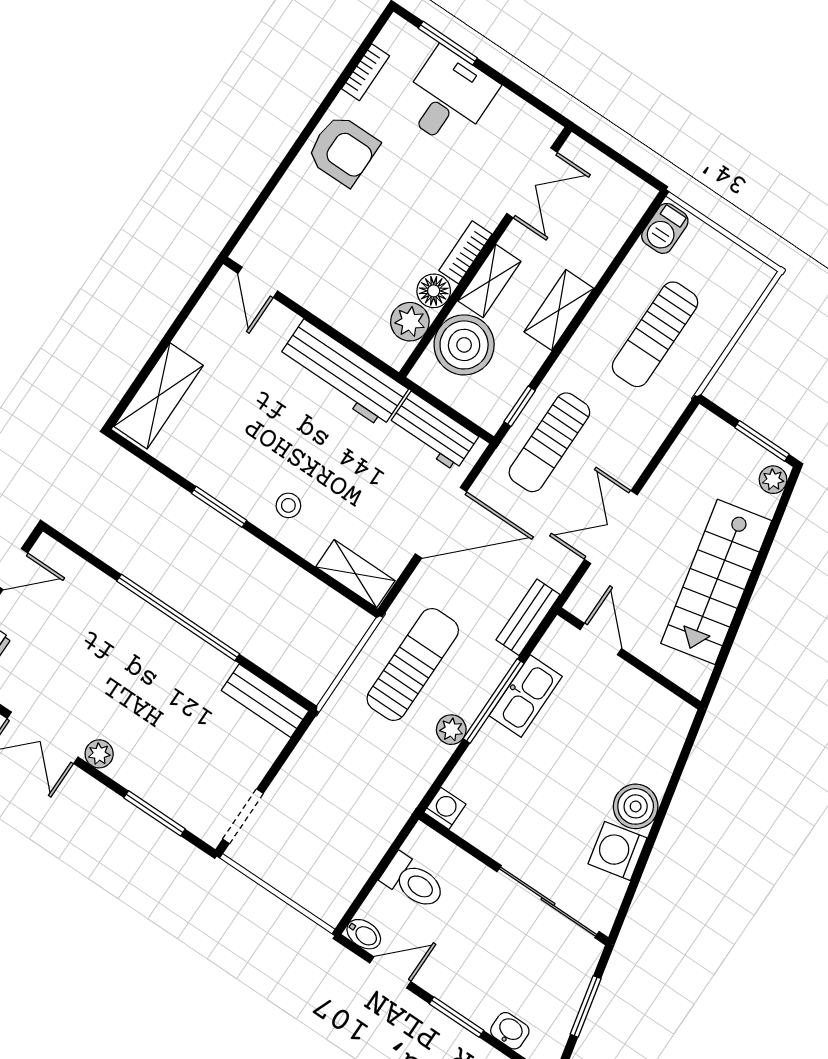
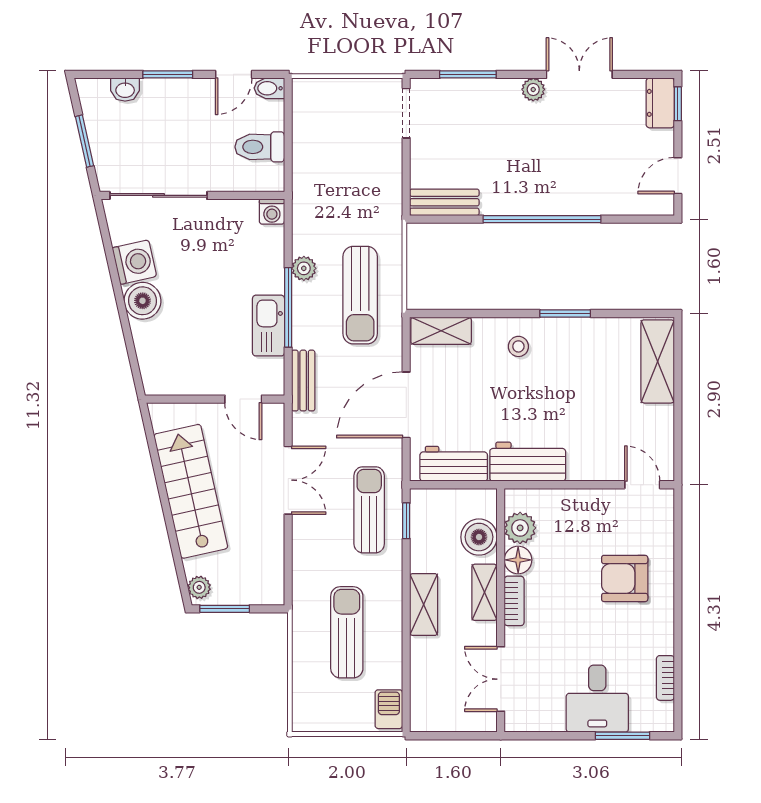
armchair: (343, 150) -> (625, 578), moved
boiler: (464, 345) -> (479, 537), width x0.73, depth x0.73
workbench: (343, 374) -> (528, 462), width x0.73

